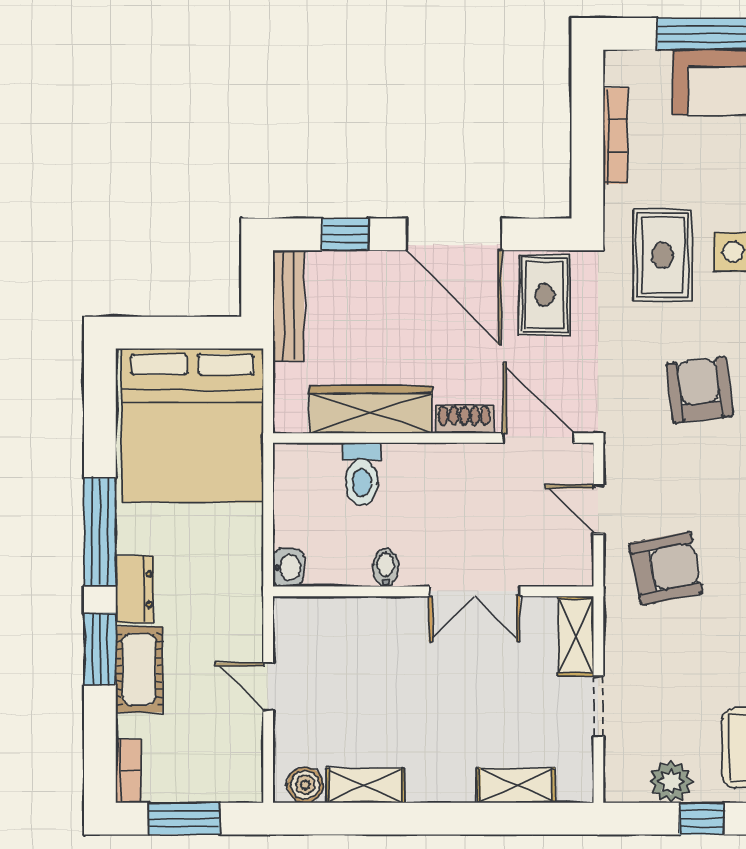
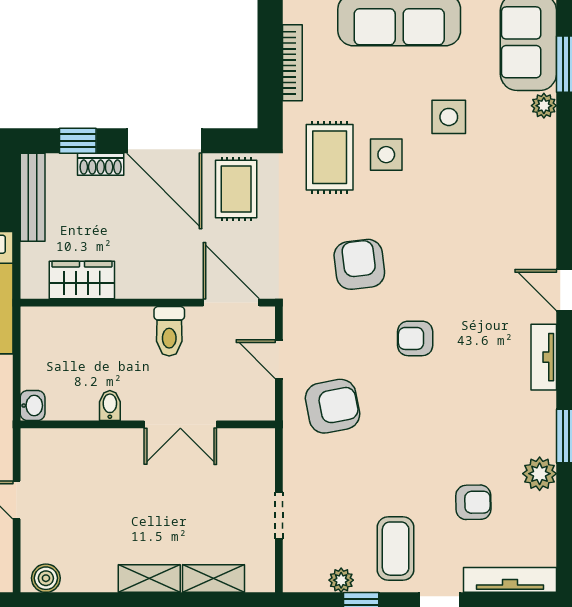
wardrobe: (371, 410) -> (82, 280), width x0.67
shoe rack: (464, 419) -> (101, 164), moved, turned 180
toilet: (362, 474) -> (169, 331), moved
shelving: (576, 636) -> (261, 460), removed
plant: (671, 782) -> (341, 580), width x0.73, depth x0.73
shelving: (365, 785) -> (149, 579), moved

